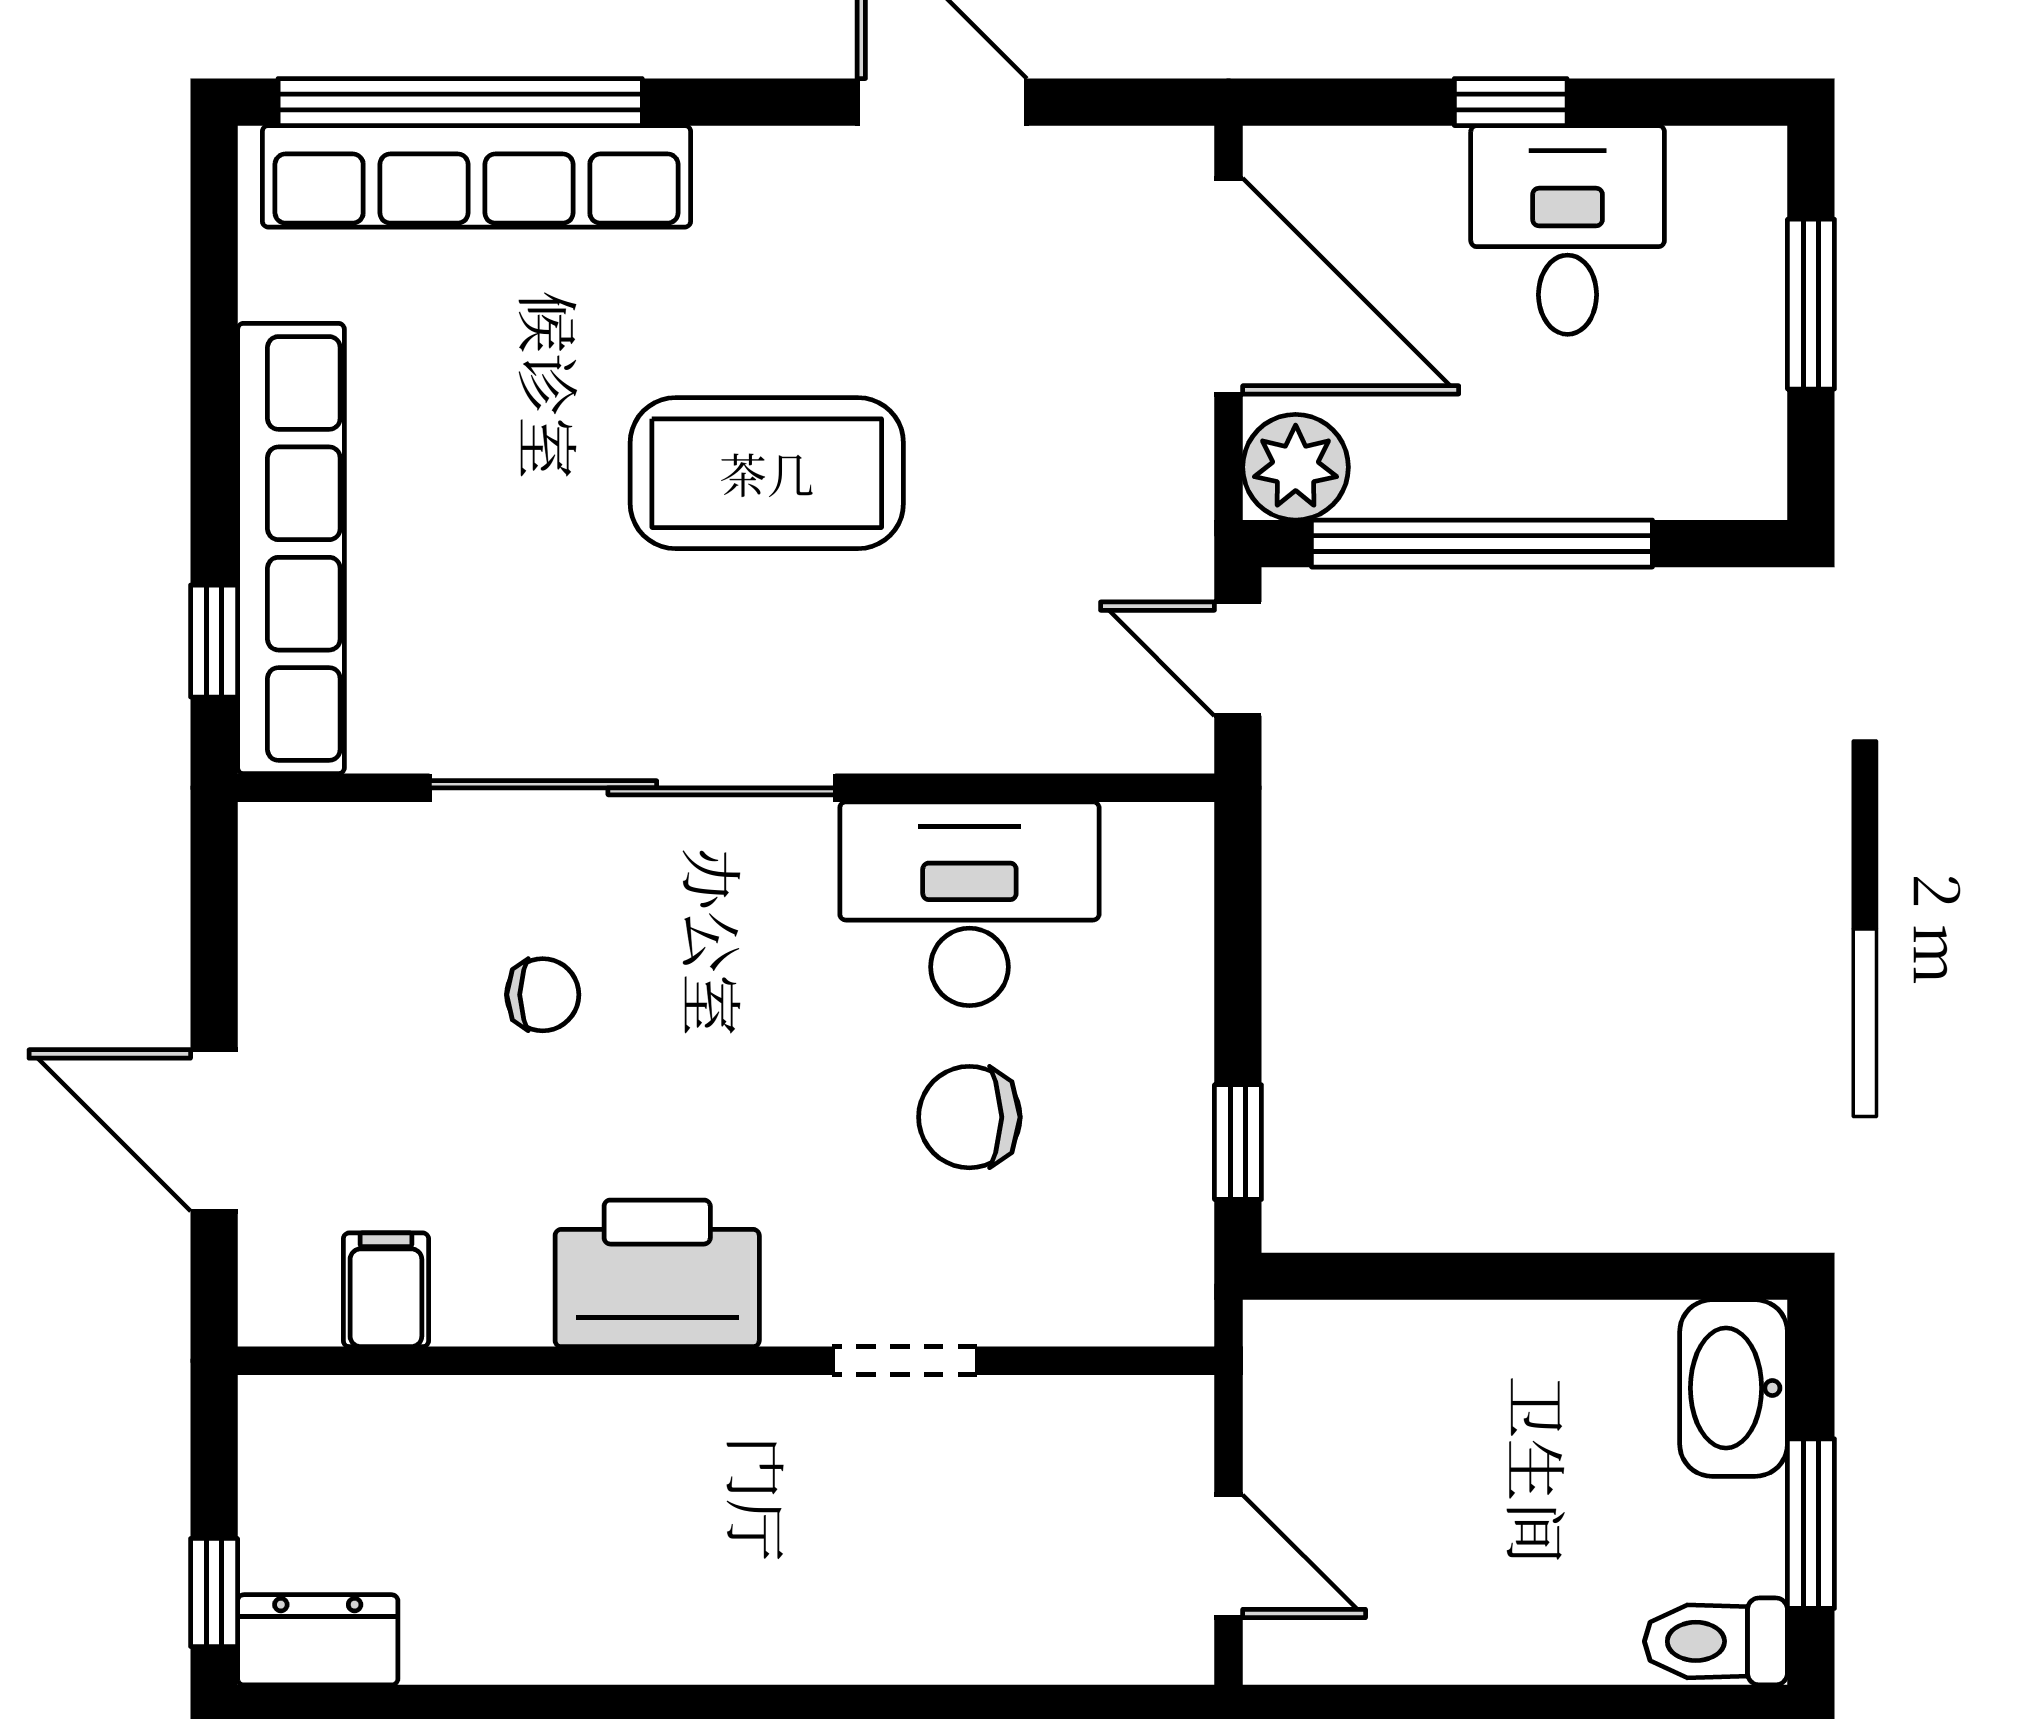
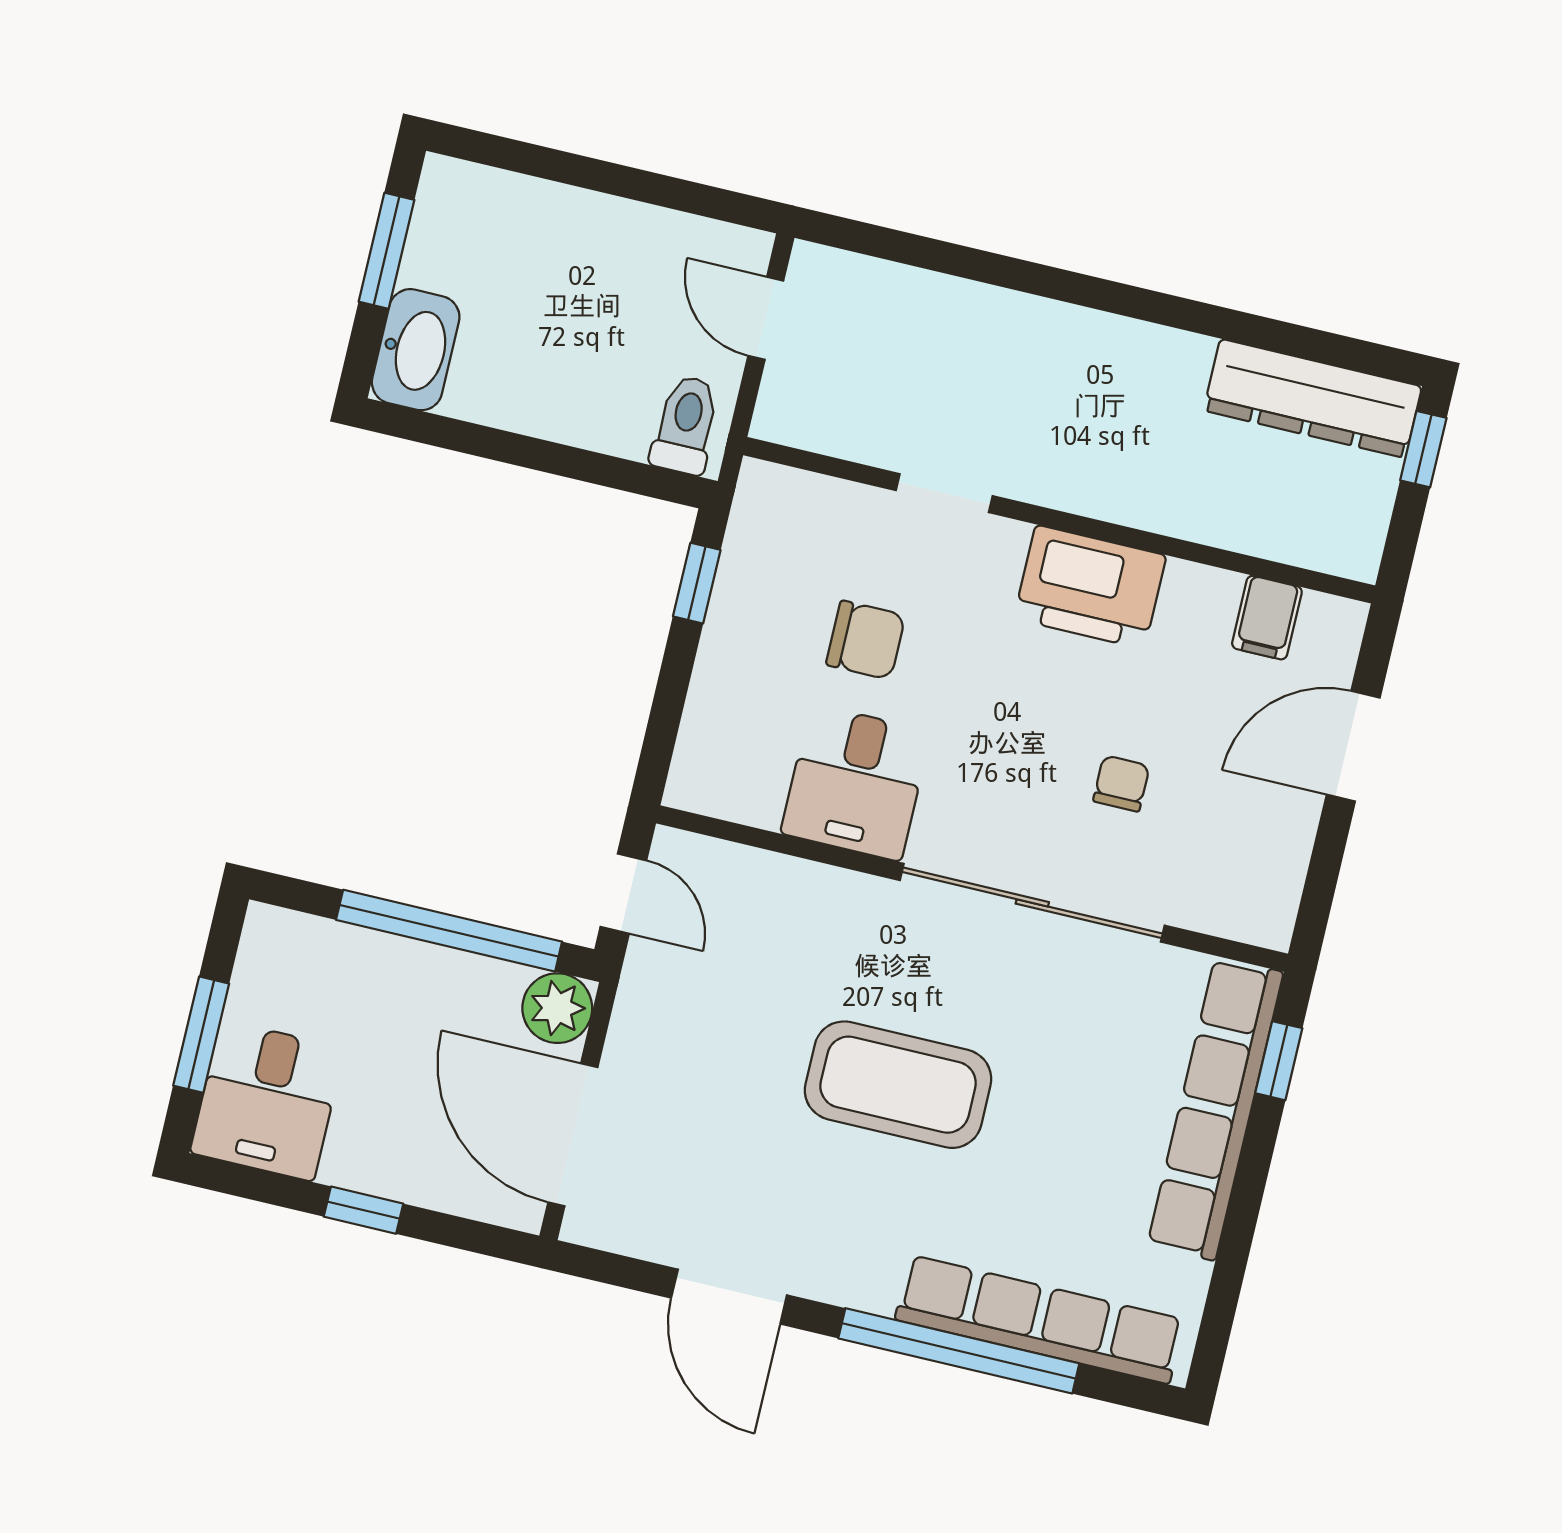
window: (460, 102) -> (959, 1351), moved
desk: (1568, 230) -> (267, 1101), moved
desk: (969, 904) -> (856, 782), width x0.73
chair: (543, 995) -> (1121, 783), turned 90
door: (214, 1130) -> (1353, 746), swing flipped
dresser: (318, 1640) -> (1313, 398), width x1.96, depth x1.24
toilet: (1716, 1641) -> (686, 425), moved, turned -90

